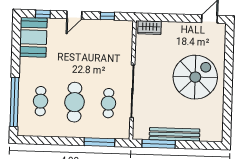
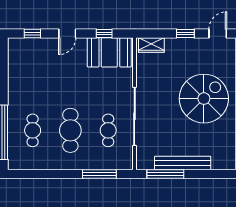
window: (180, 18) -> (185, 33), added
booth: (33, 37) -> (109, 52), moved, turned 90

